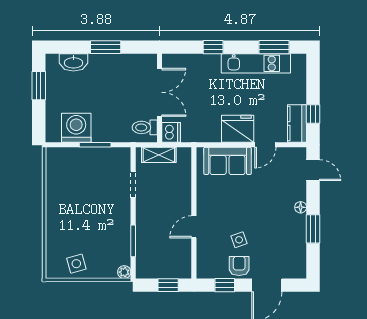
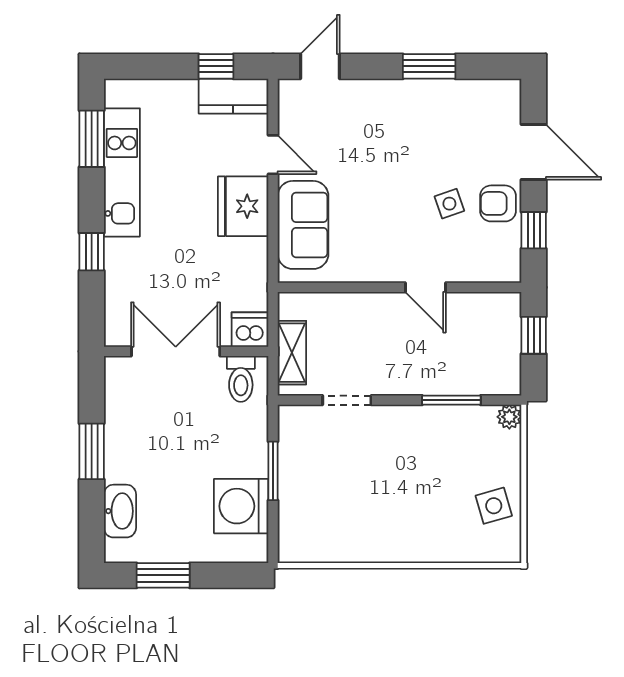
floor lamp: (301, 207) -> (389, 89), removed

